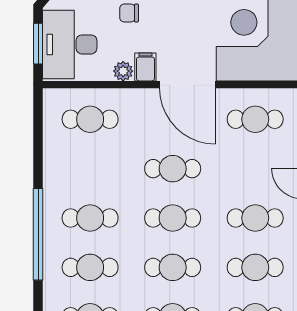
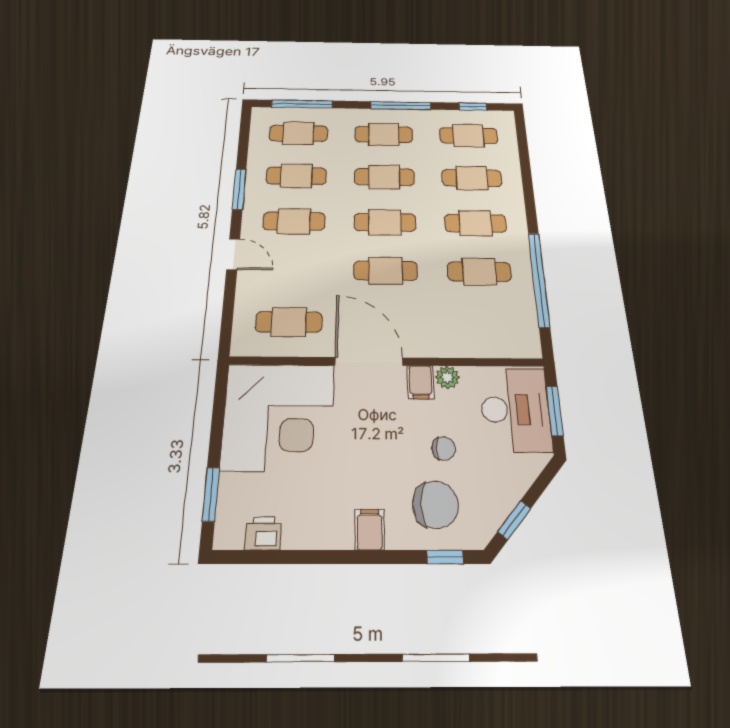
cafe table: (90, 119) -> (479, 272), moved
window: (38, 234) -> (539, 279), moved

